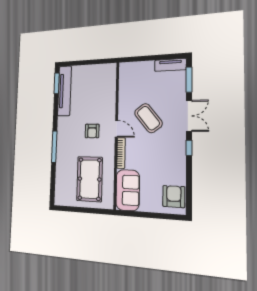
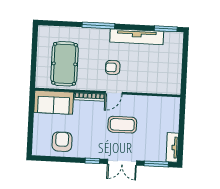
tv unit: (64, 91) -> (137, 37), moved
coffee table: (148, 118) -> (122, 125), turned 38
pool table: (90, 179) -> (65, 64), turned 90
armchair: (174, 197) -> (62, 142), moved, turned -90

